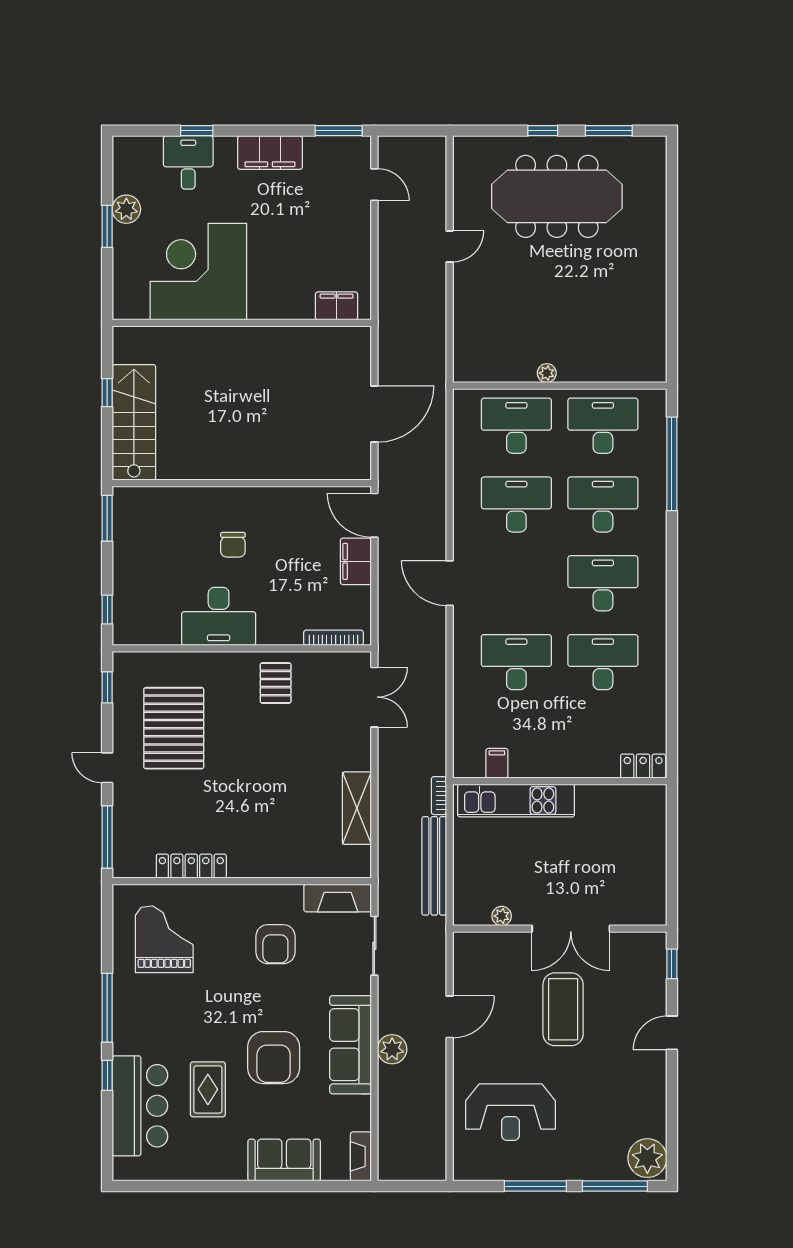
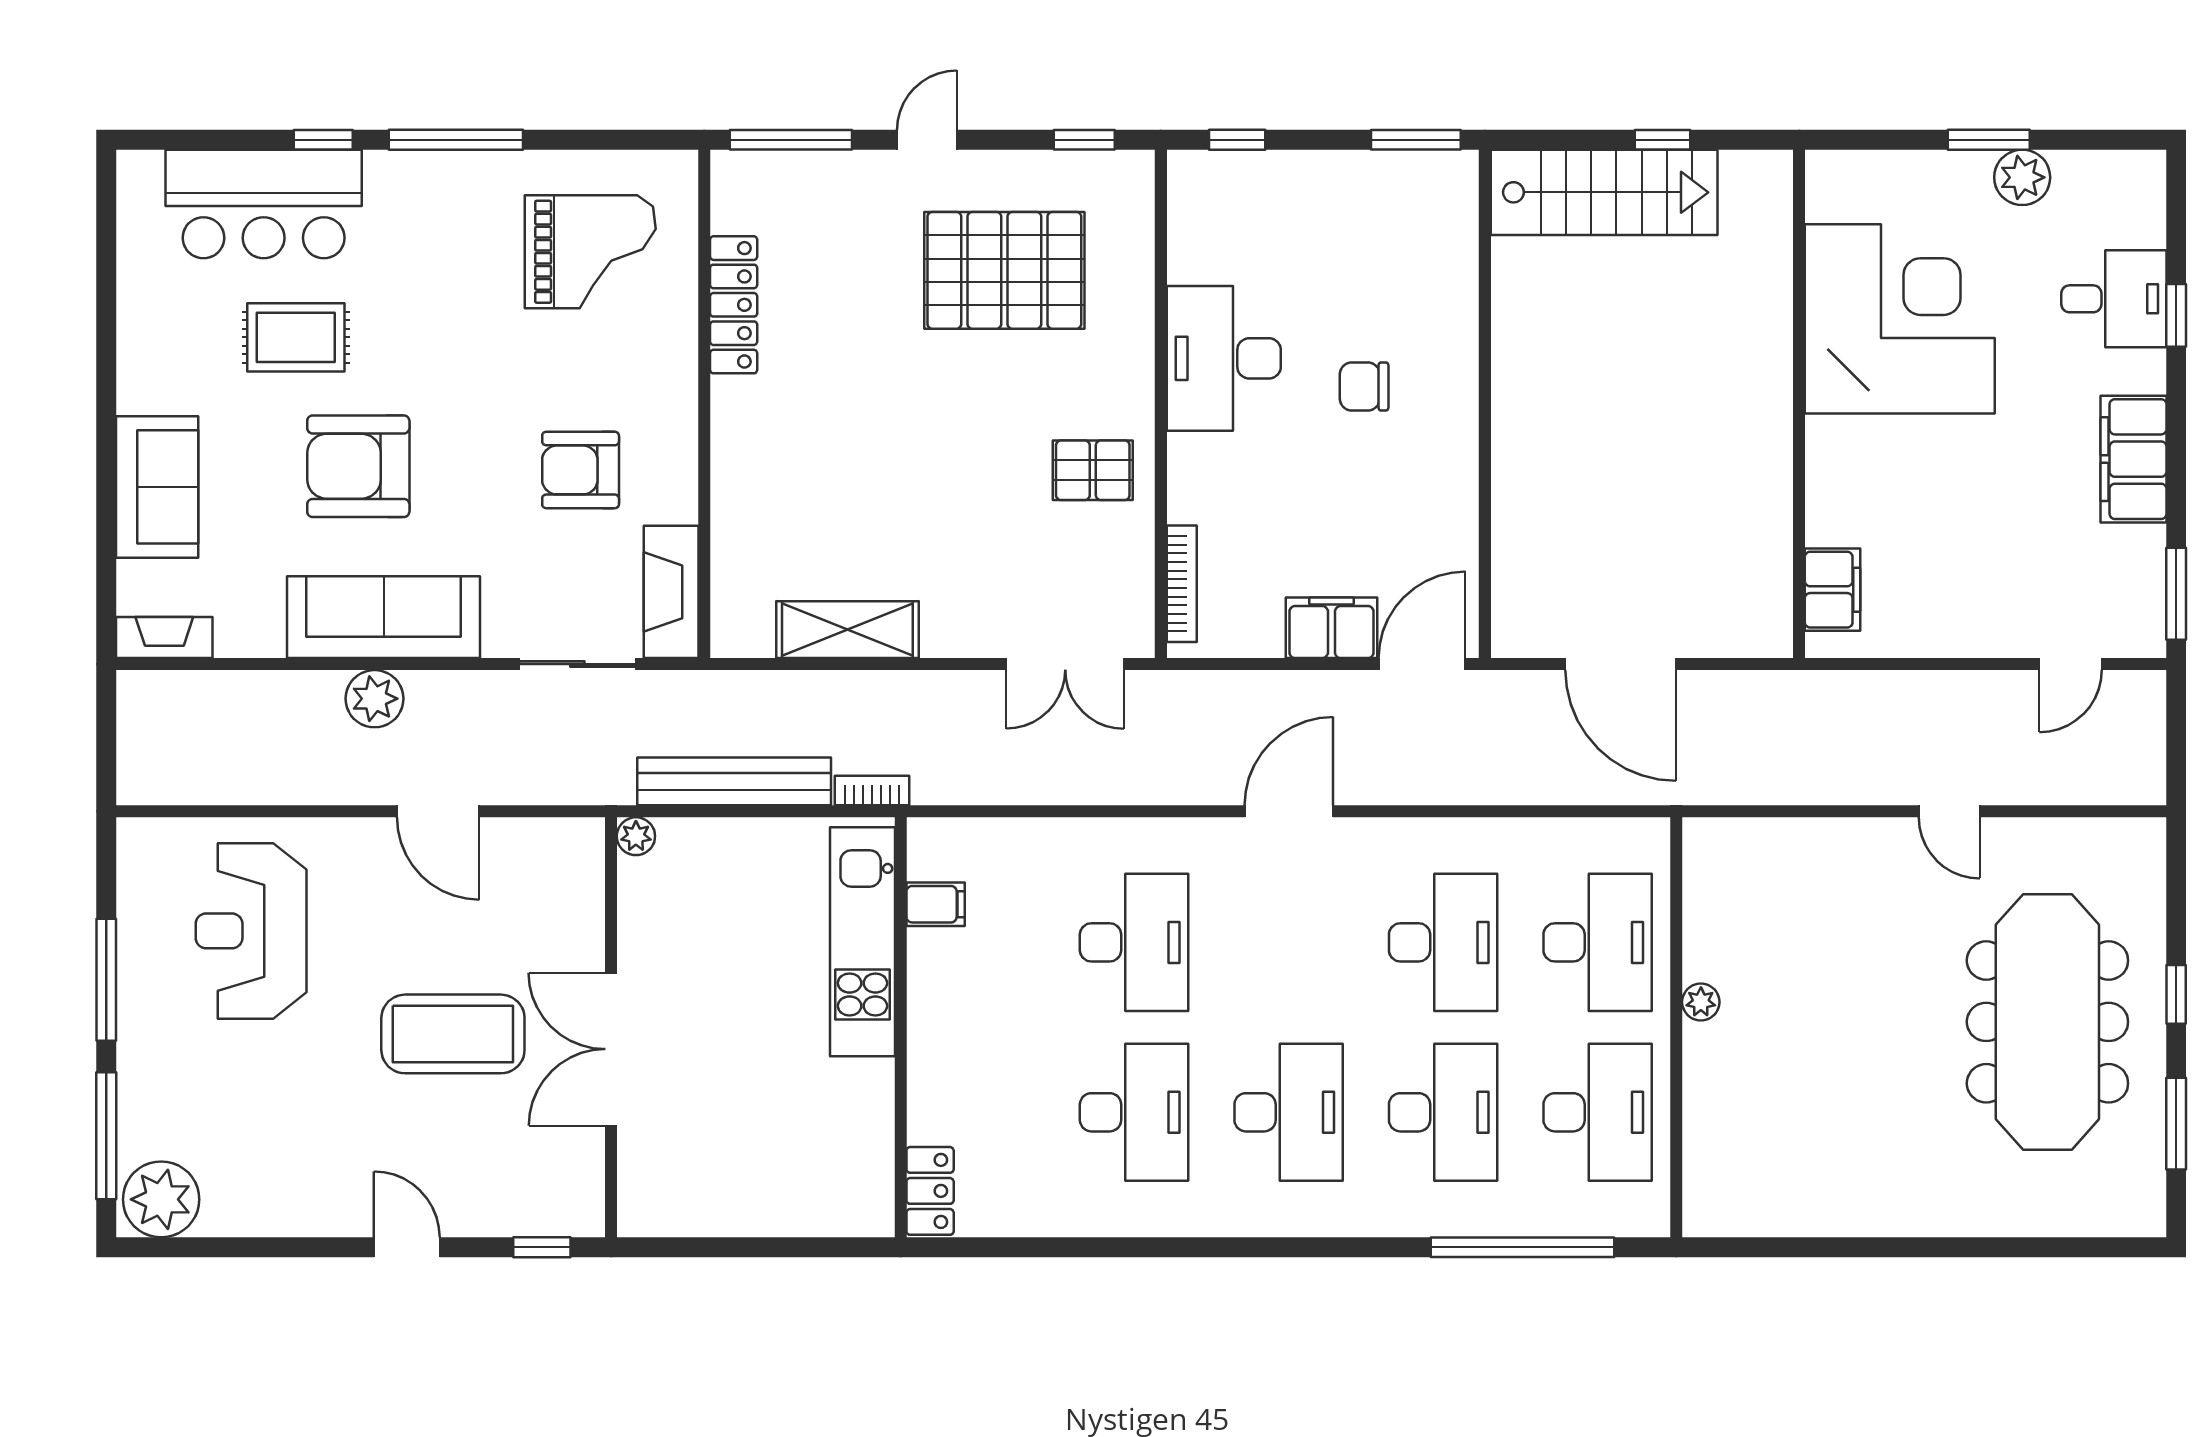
plant: (502, 916) -> (636, 836), moved

